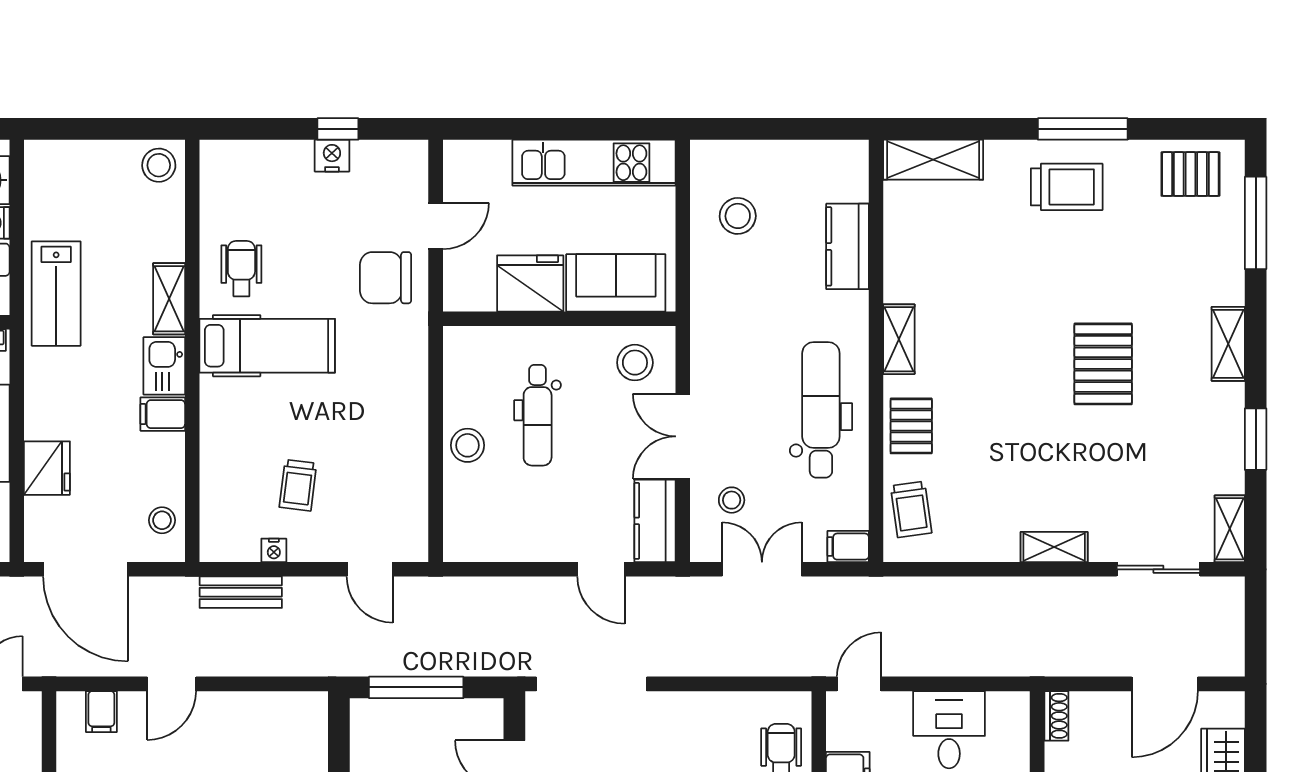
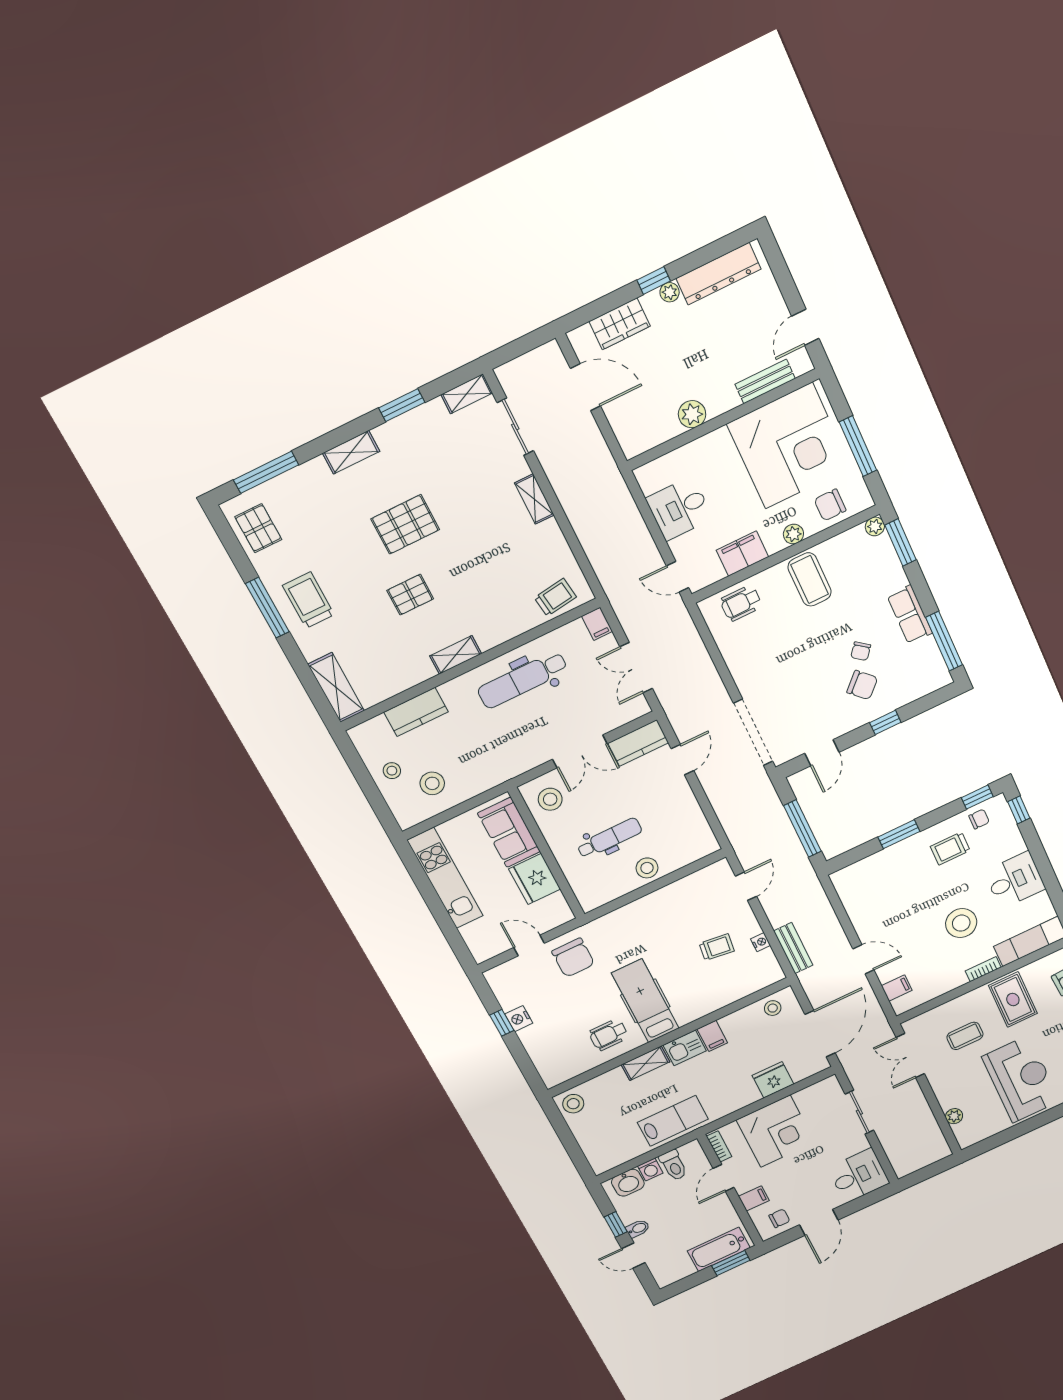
pallet: (911, 426) -> (410, 595), moved
stool: (732, 500) -> (392, 771), moved
shoe rack: (1056, 716) -> (639, 446), removed

